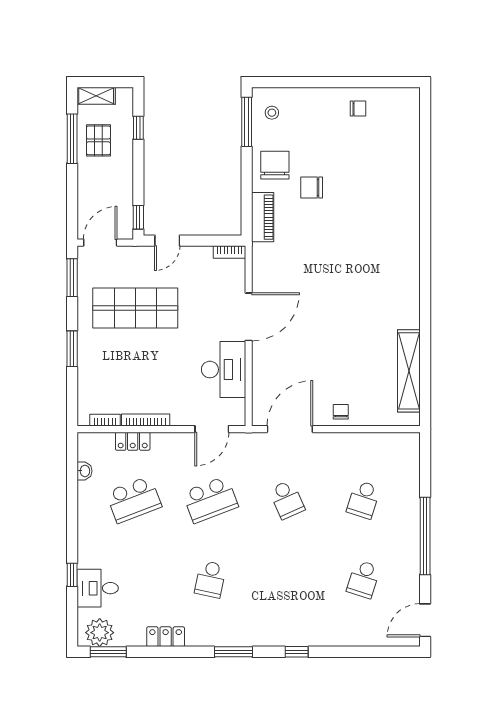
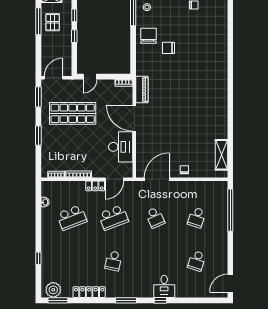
window: (138, 217) -> (74, 36), moved
piano: (263, 217) -> (142, 90), moved
door: (249, 317) -> (134, 118), swing flipped
shelving: (409, 371) -> (221, 155), width x0.68
locker: (133, 441) -> (95, 186), moved
window: (425, 536) -> (230, 210), moved
desk: (98, 588) -> (164, 286), moved, turned -90
locker: (166, 637) -> (89, 292), width x1.53

